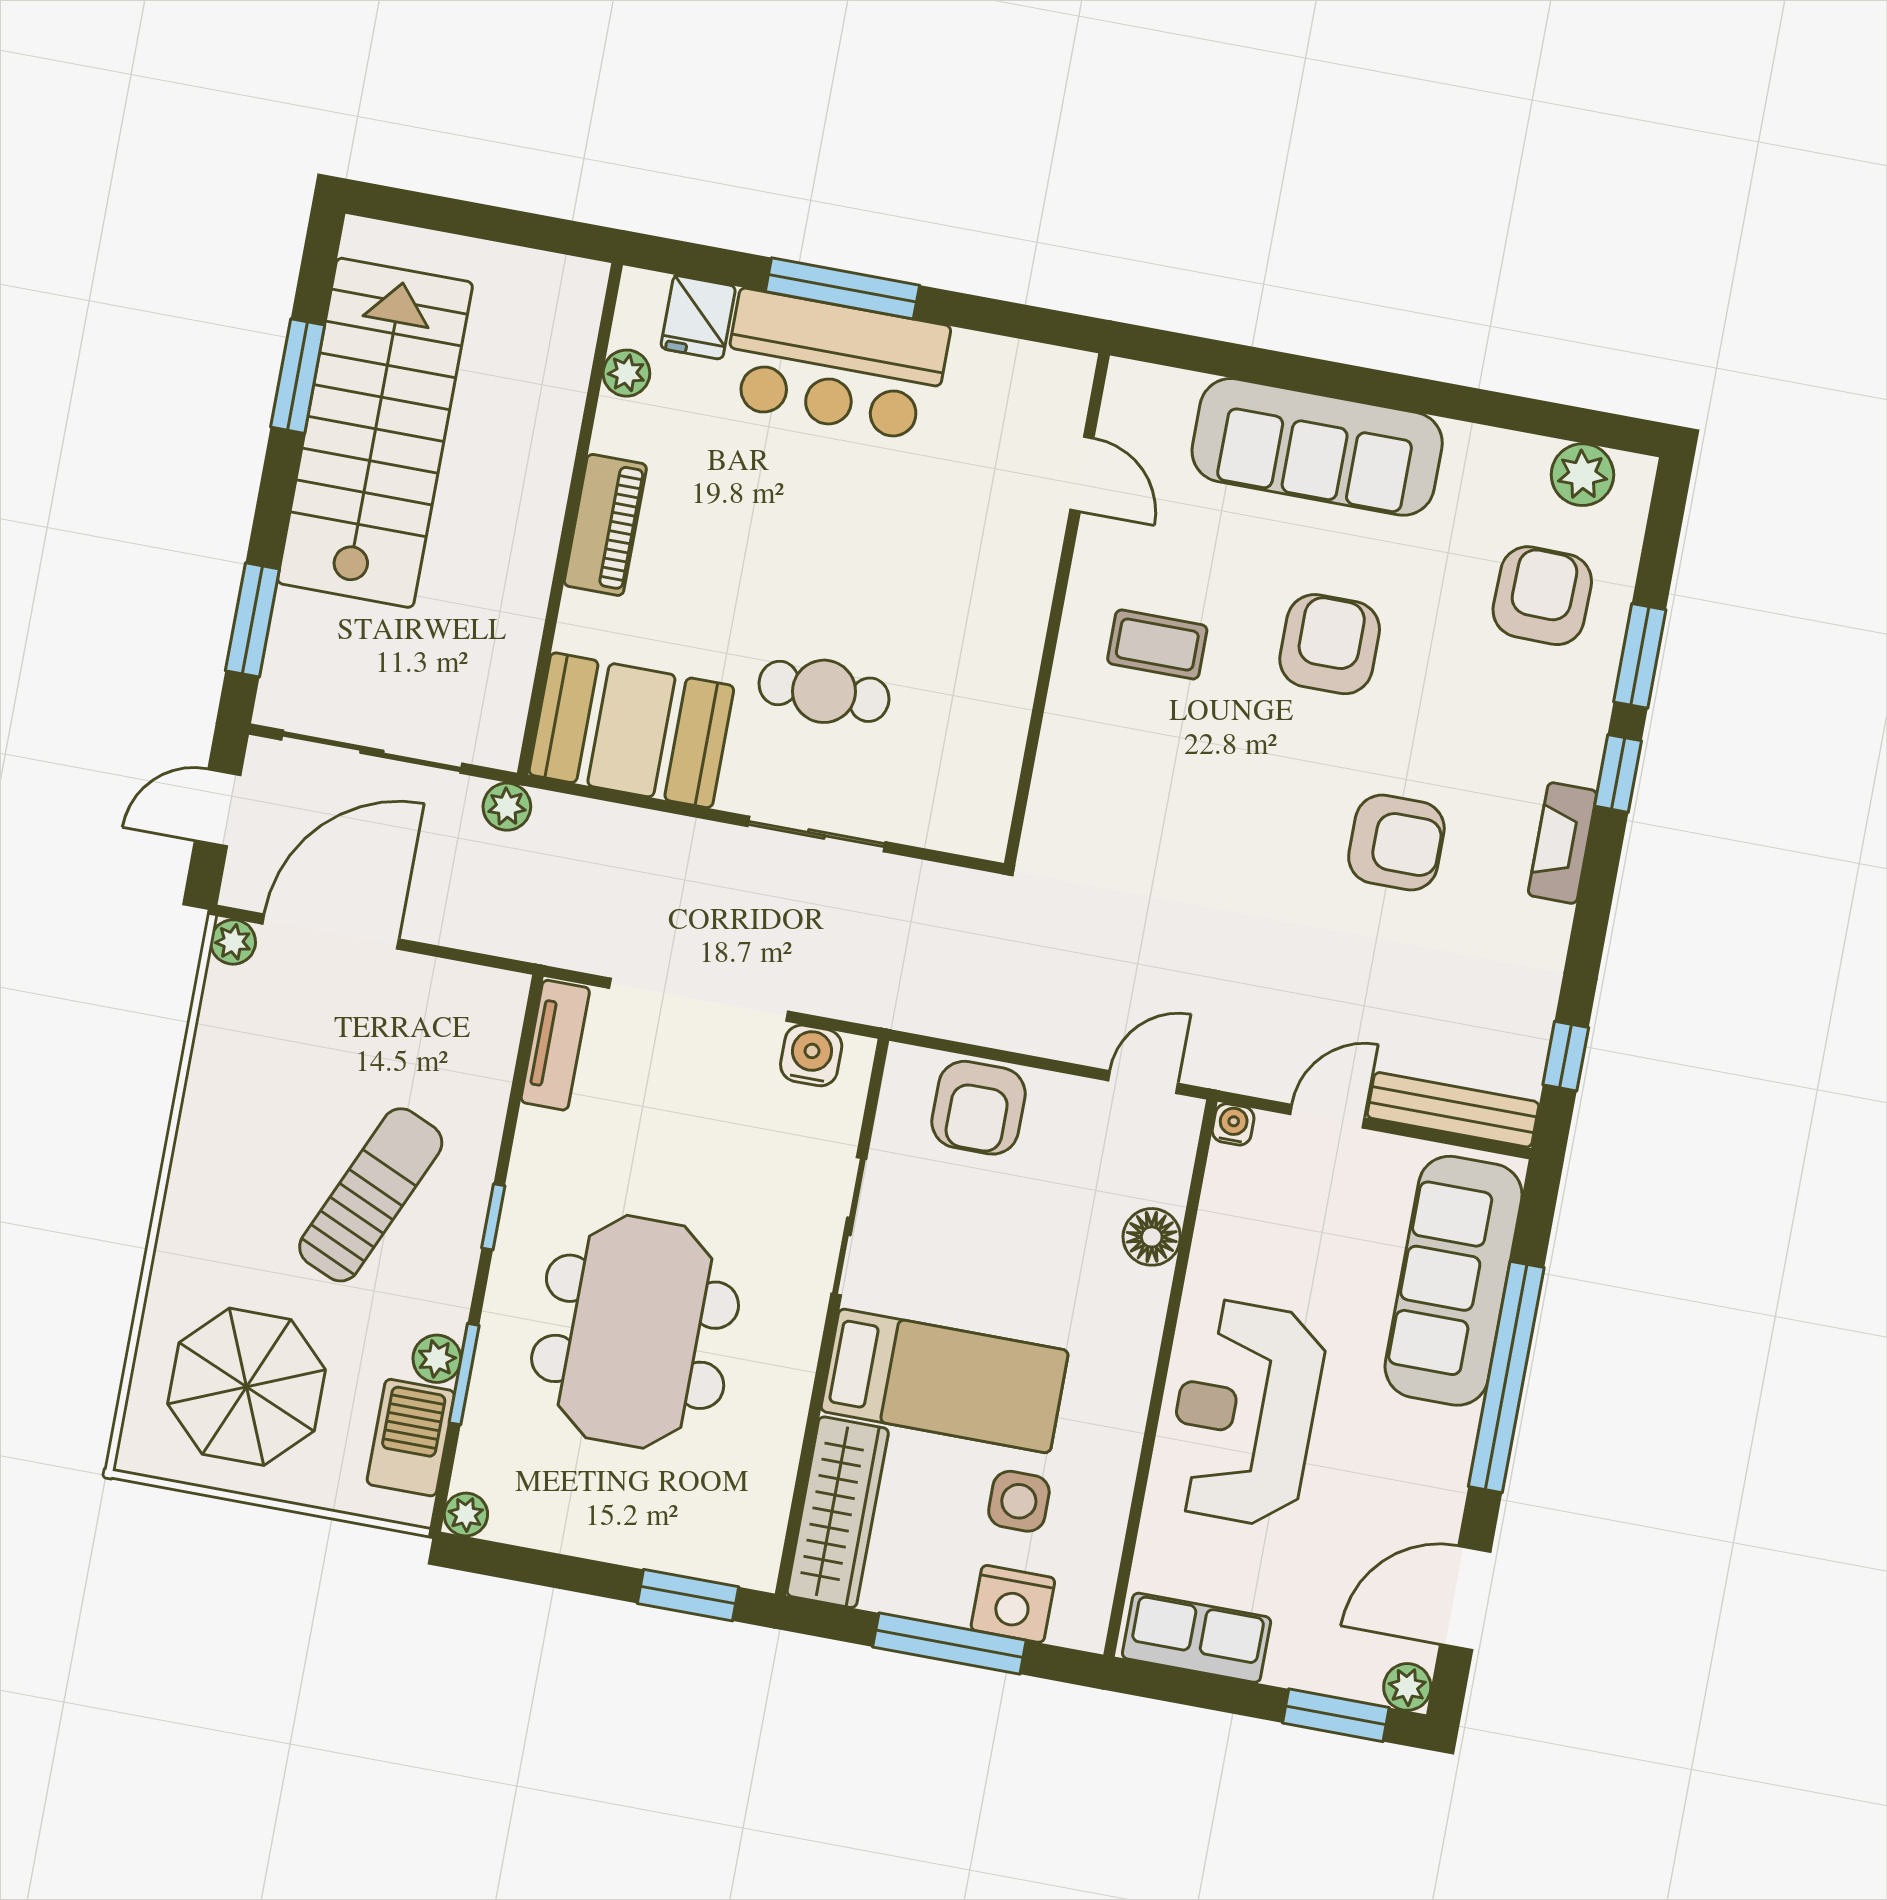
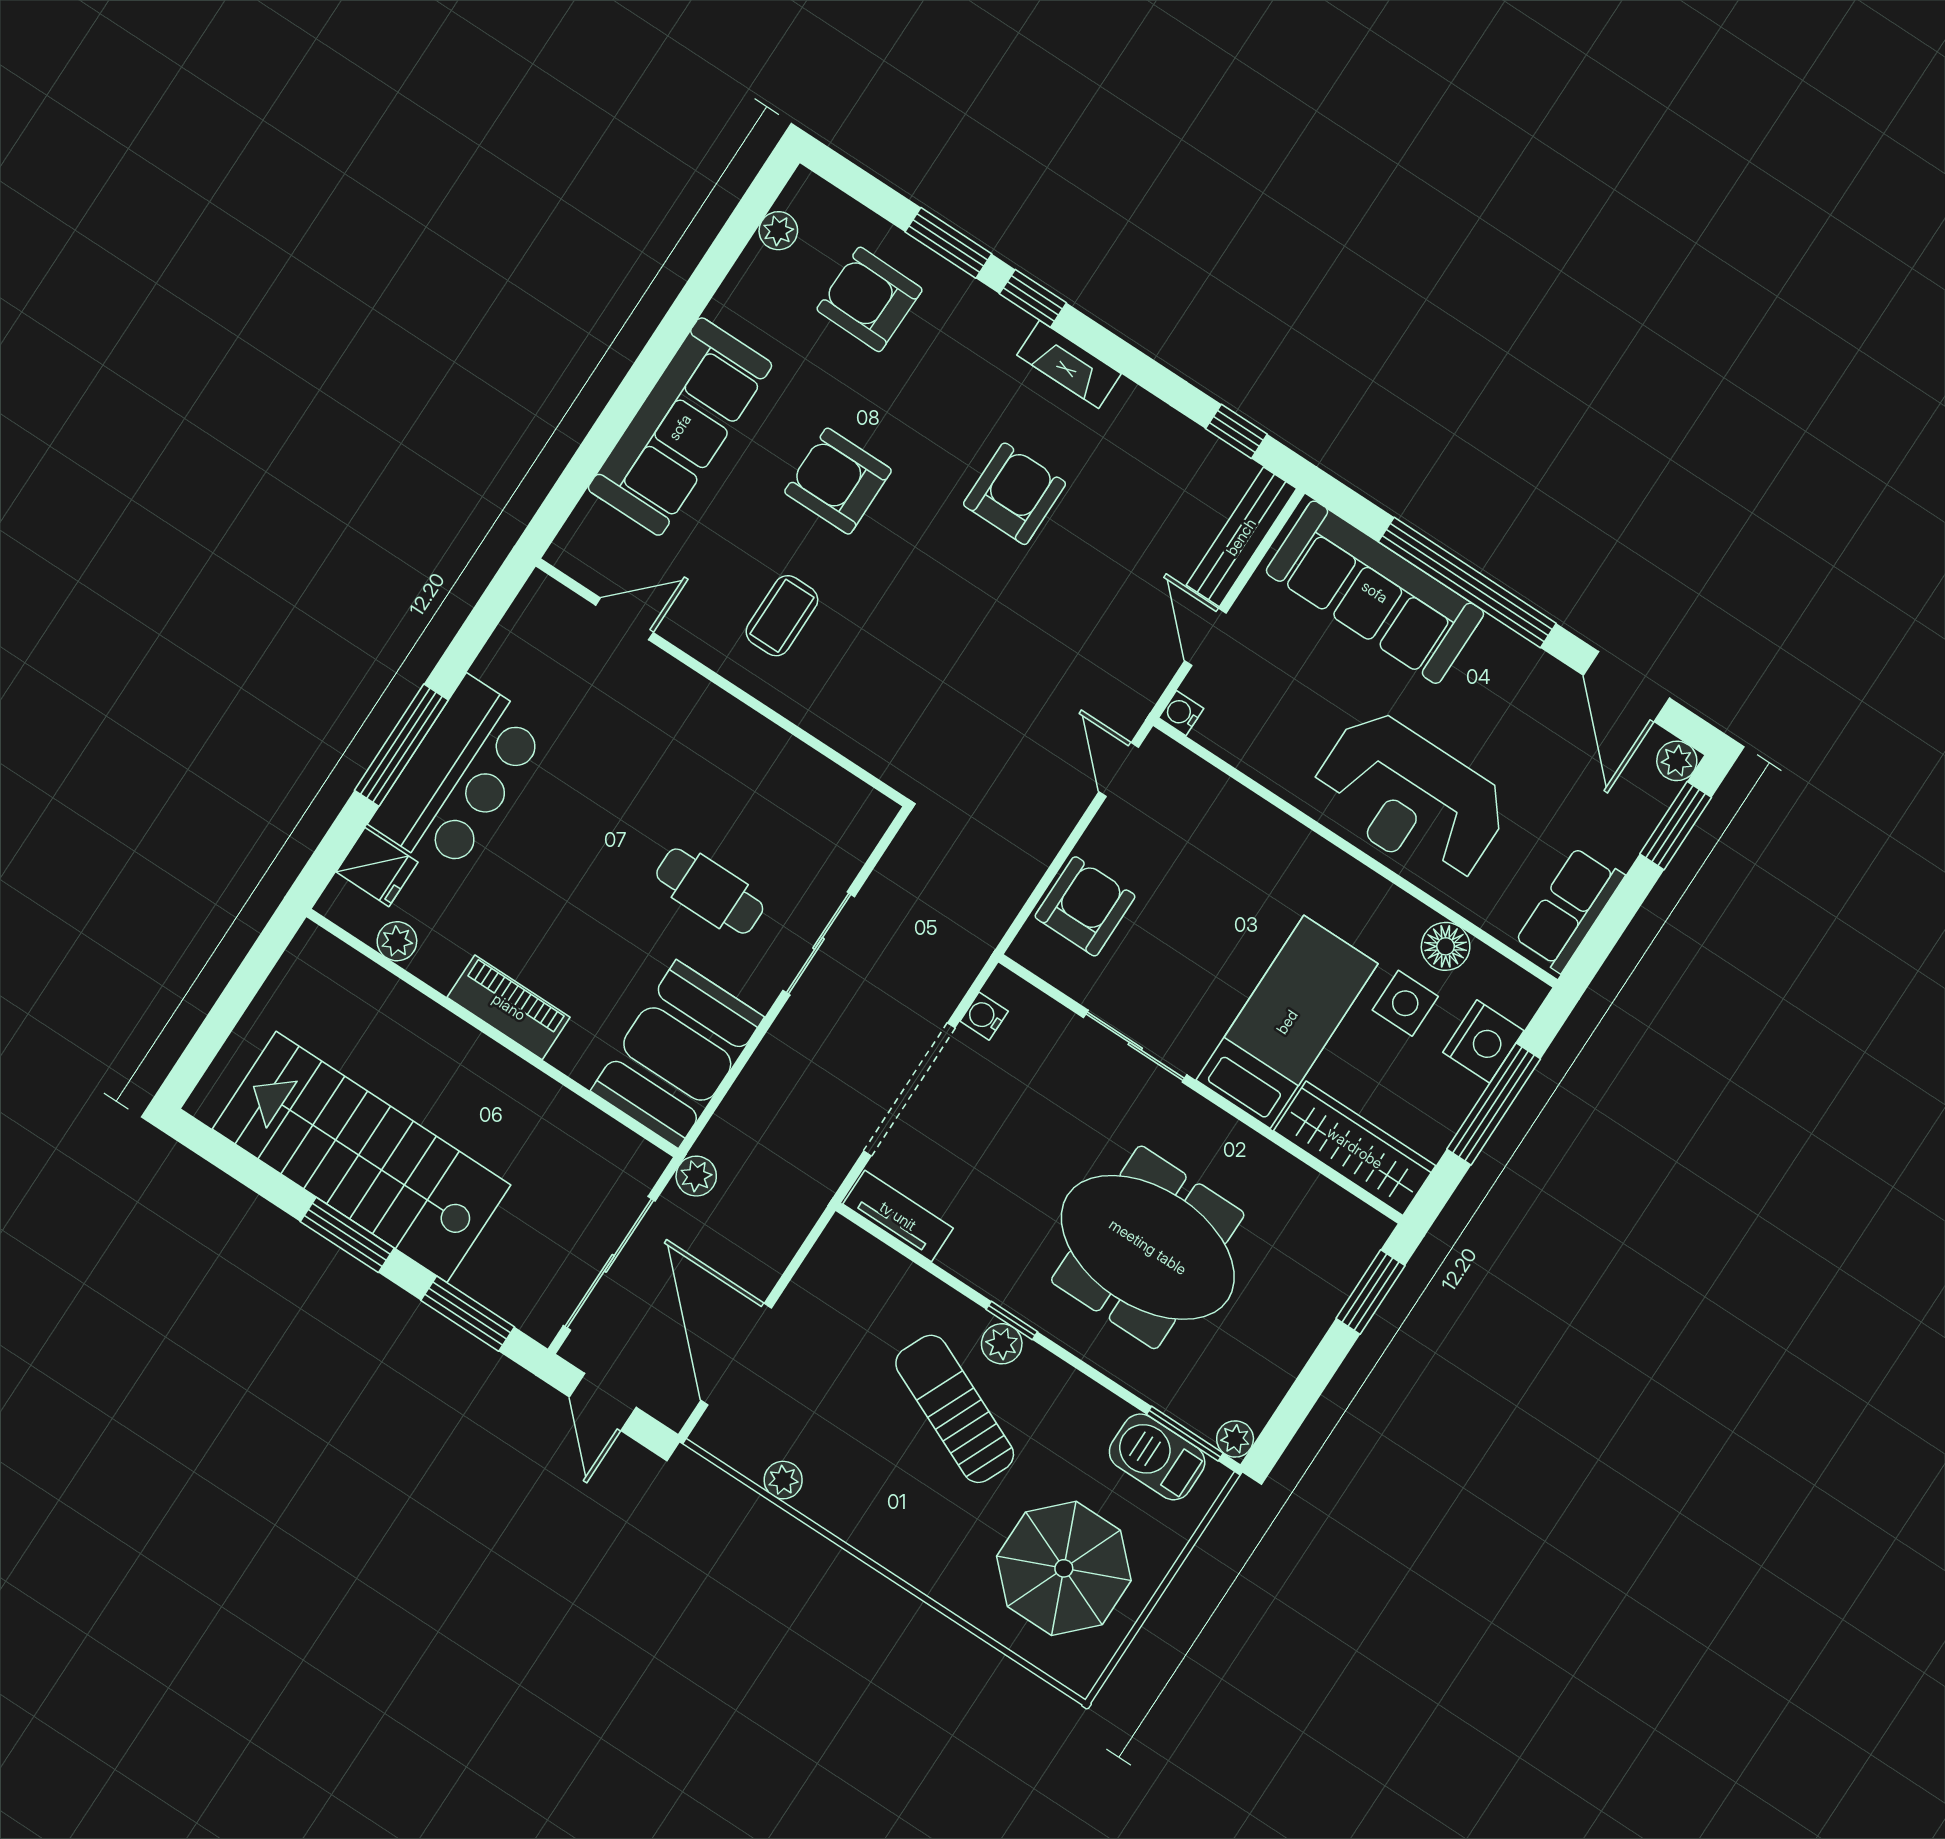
window: (298, 376) -> (347, 1235), moved
plant: (1582, 475) -> (778, 231), width x0.73, depth x0.73
cafe table: (824, 691) -> (710, 891), turned 90
plant: (233, 942) -> (783, 1480), moved
water cooler: (811, 1055) -> (984, 1016), width x0.72, depth x0.72
armchair: (978, 1108) -> (1085, 906), turned -90
floor lamp: (1152, 1237) -> (1446, 946), moved
plant: (437, 1359) -> (1002, 1344), moved
window: (464, 1374) -> (1185, 1434), moved

